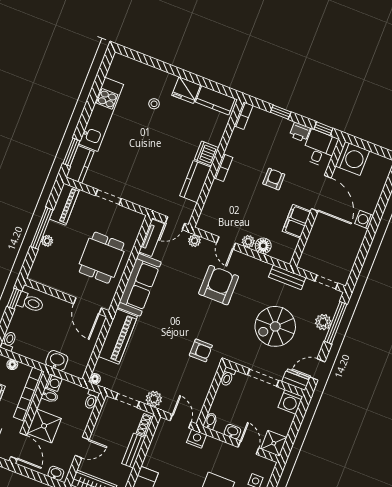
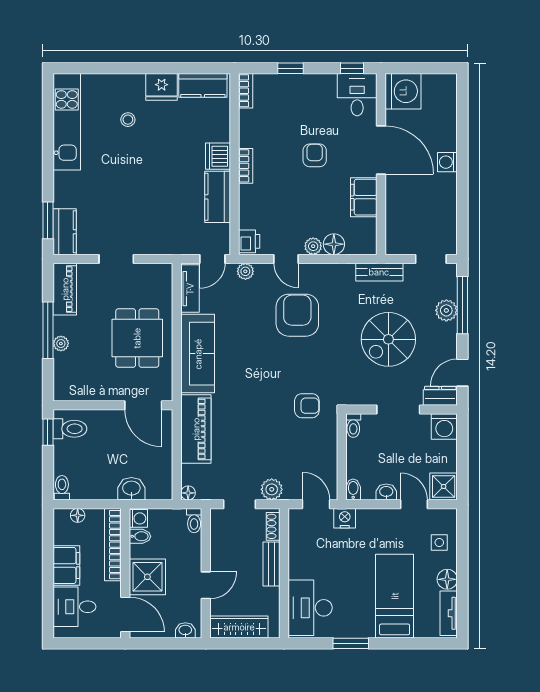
kitchen unit: (101, 114) -> (67, 122), moved
printer: (300, 132) -> (249, 241), moved, turned -90

